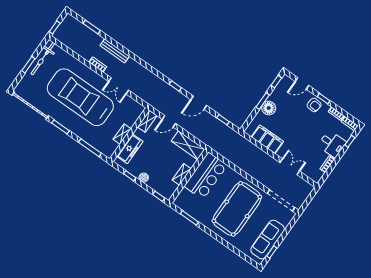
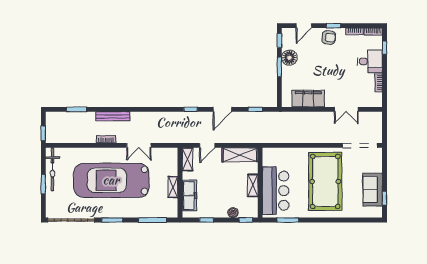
floor lamp: (269, 108) -> (289, 58), moved
double door: (290, 167) -> (346, 109), swing flipped
bar counter: (206, 176) -> (276, 191), moved
boiler: (144, 178) -> (233, 213), moved
sofa: (268, 239) -> (373, 190), width x0.73

